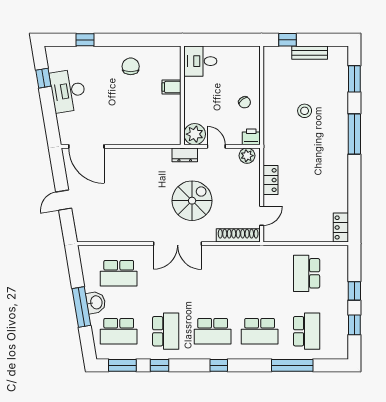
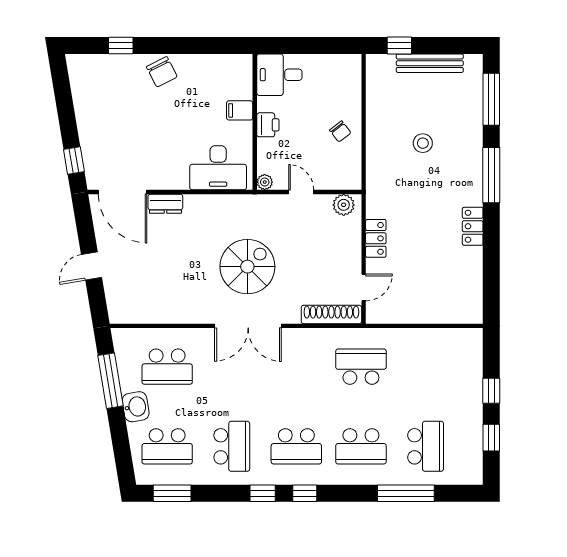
bench: (310, 53) -> (430, 63), width x1.36
chair: (131, 66) -> (162, 72), moved, turned 153
window: (43, 78) -> (74, 161), moved
window: (354, 79) -> (491, 99), width x1.44
desk: (68, 91) -> (218, 168), moved, turned -81
plant: (195, 134) -> (265, 182), width x0.53, depth x0.53
printer: (251, 137) -> (268, 125), moved, turned 90
dresser: (185, 155) -> (165, 204), moved
spiral stairs: (192, 201) -> (247, 267), moved
locker: (341, 227) -> (473, 226), moved
school desk: (307, 273) -> (361, 367), moved, turned 90
window: (81, 307) -> (110, 381), moved
window: (159, 365) -> (263, 493), moved

